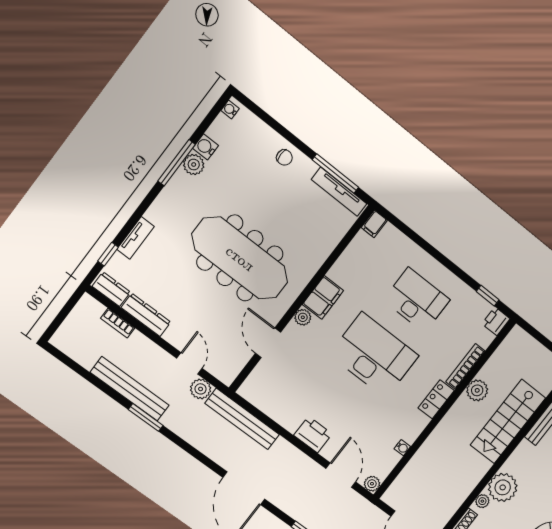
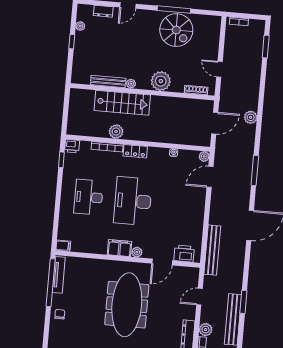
window: (336, 174) -> (51, 283), width x1.46
plant: (201, 389) -> (206, 330), moved
printer: (313, 435) -> (184, 253), moved, turned 90
plant: (482, 501) -> (131, 84), moved

